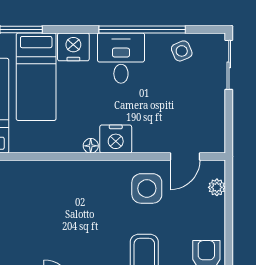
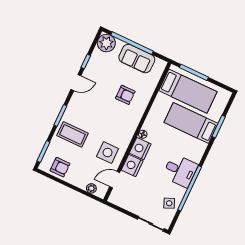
nightstand: (73, 47) -> (132, 165), moved, turned 180
door: (185, 157) -> (115, 180), hinge flipped
armchair: (41, 204) -> (125, 95), added

